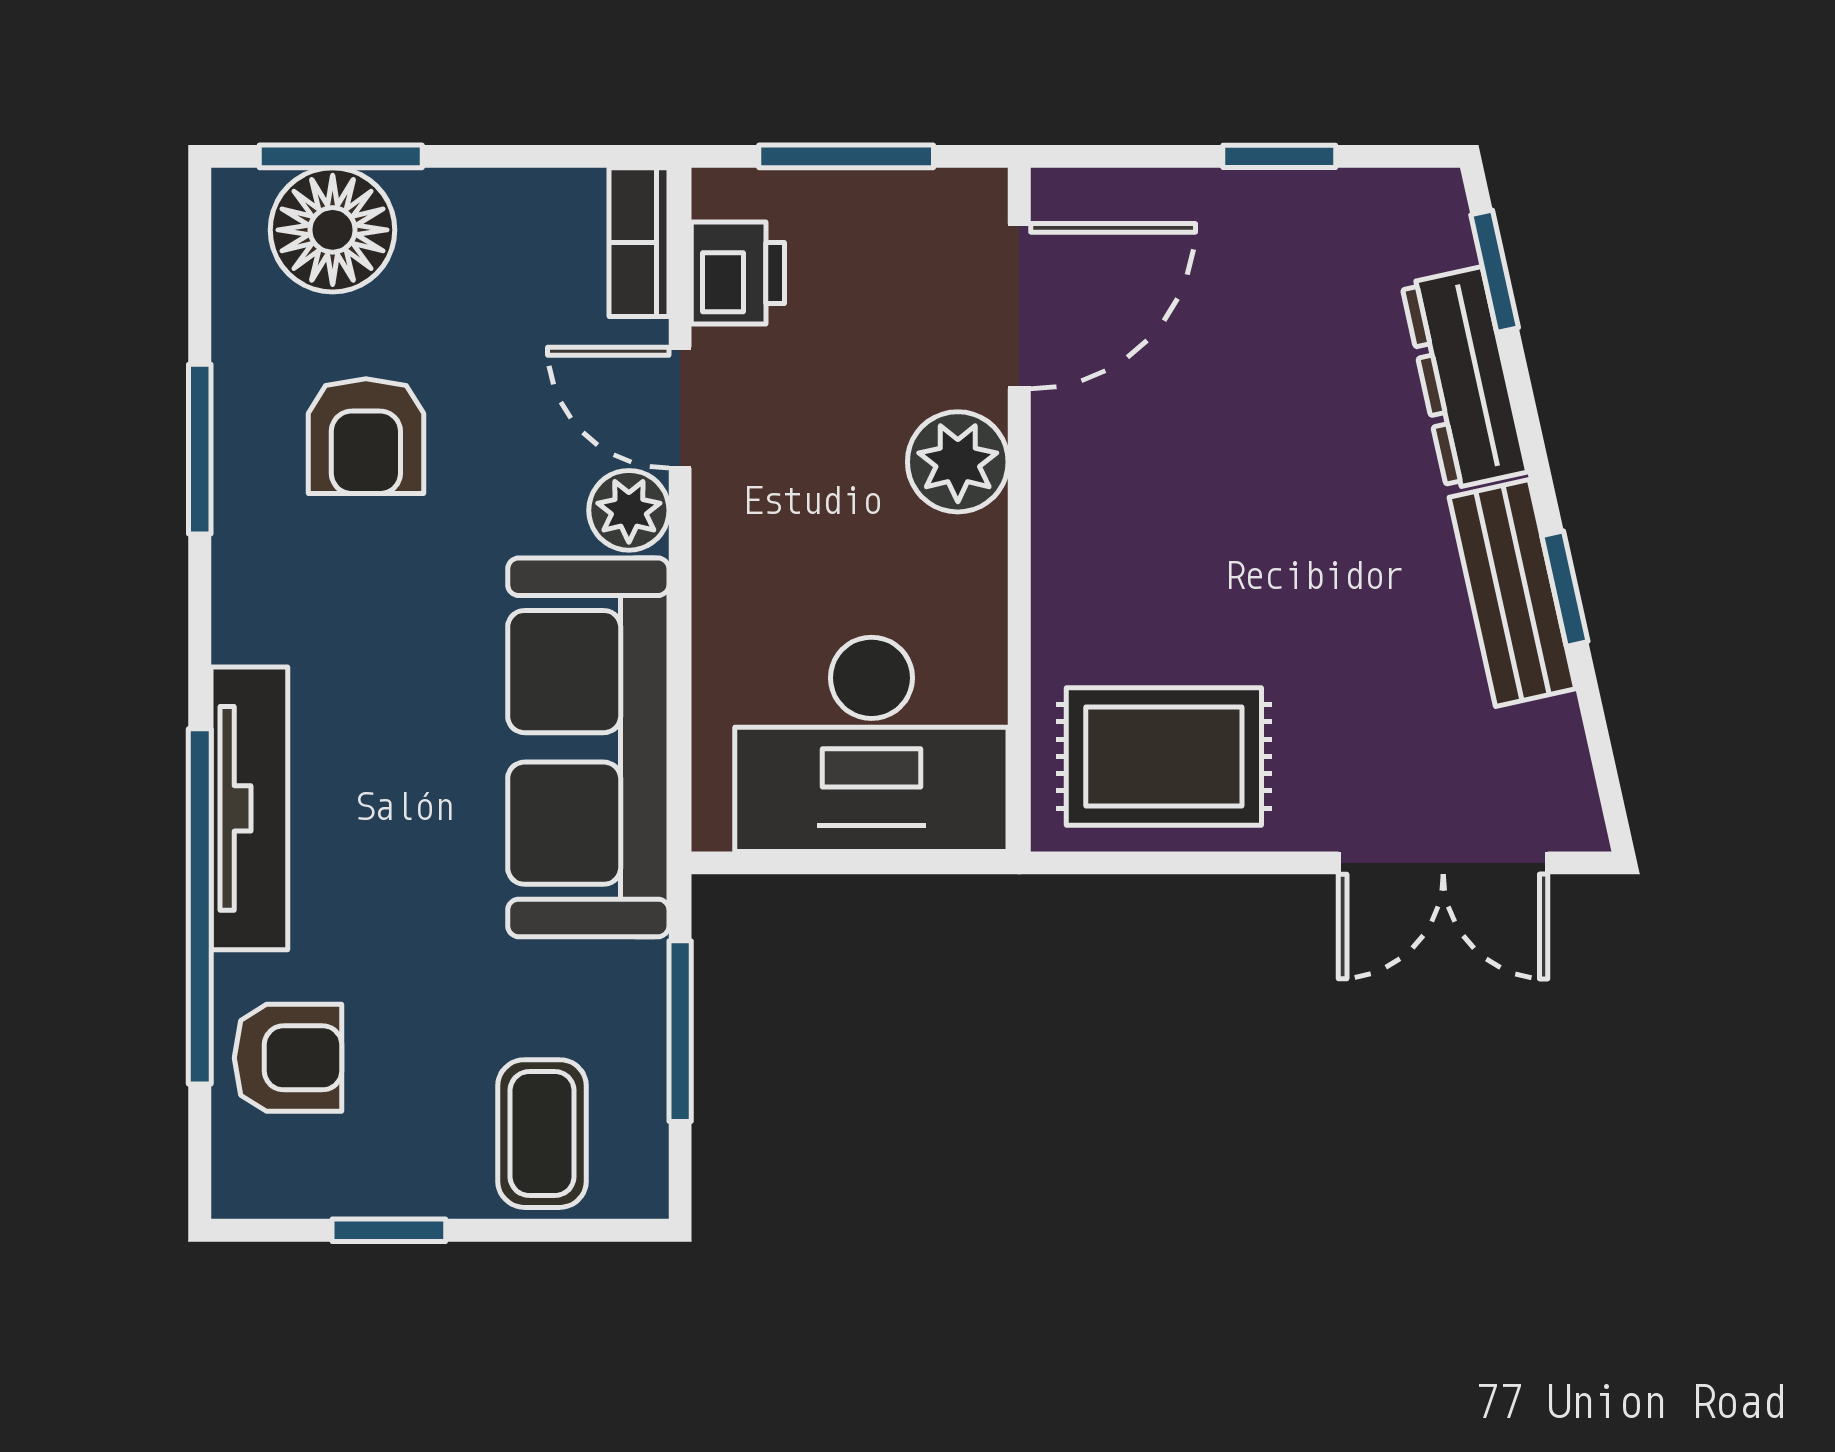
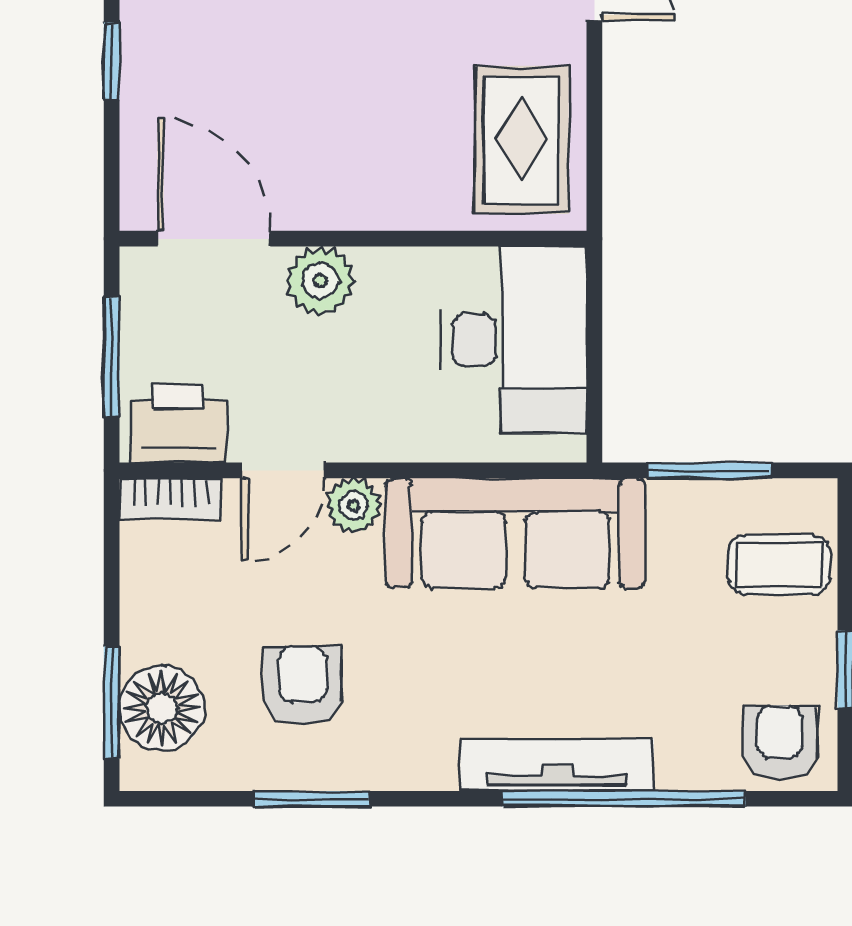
printer: (738, 273) -> (179, 423), width x1.36, depth x1.24
armchair: (366, 436) -> (303, 685), turned -90
armchair: (288, 1058) -> (780, 742), moved

